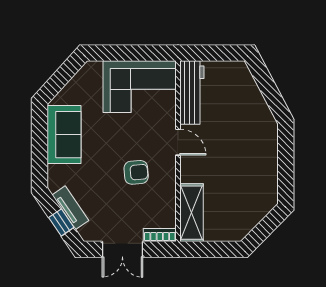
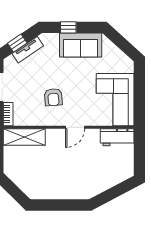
workbench: (192, 93) -> (117, 137), width x0.73
window: (39, 152) -> (68, 27), added

